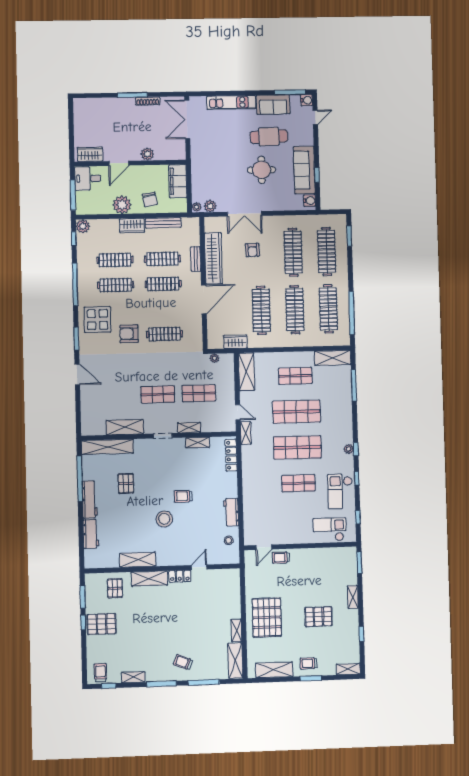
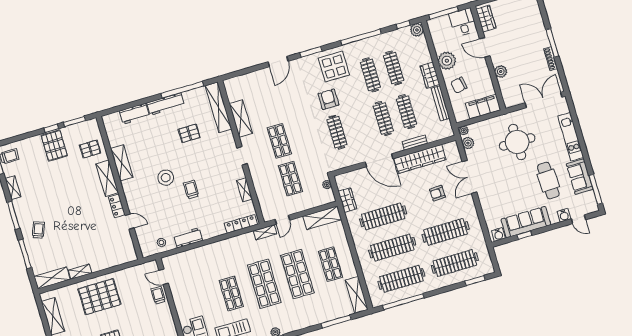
water cooler: (307, 100) -> (564, 215), moved
round table: (262, 170) -> (517, 142), moved, width x1.36, depth x1.36
shelving: (189, 428) -> (256, 178), removed

